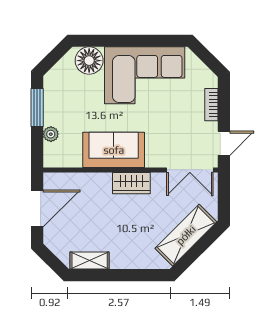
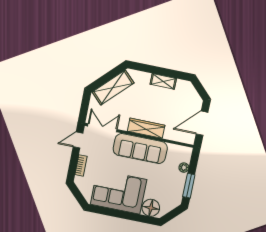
sofa: (114, 150) -> (140, 149), width x1.36
wardrobe: (131, 183) -> (146, 128), width x1.50
shelving: (90, 261) -> (163, 81), moved

